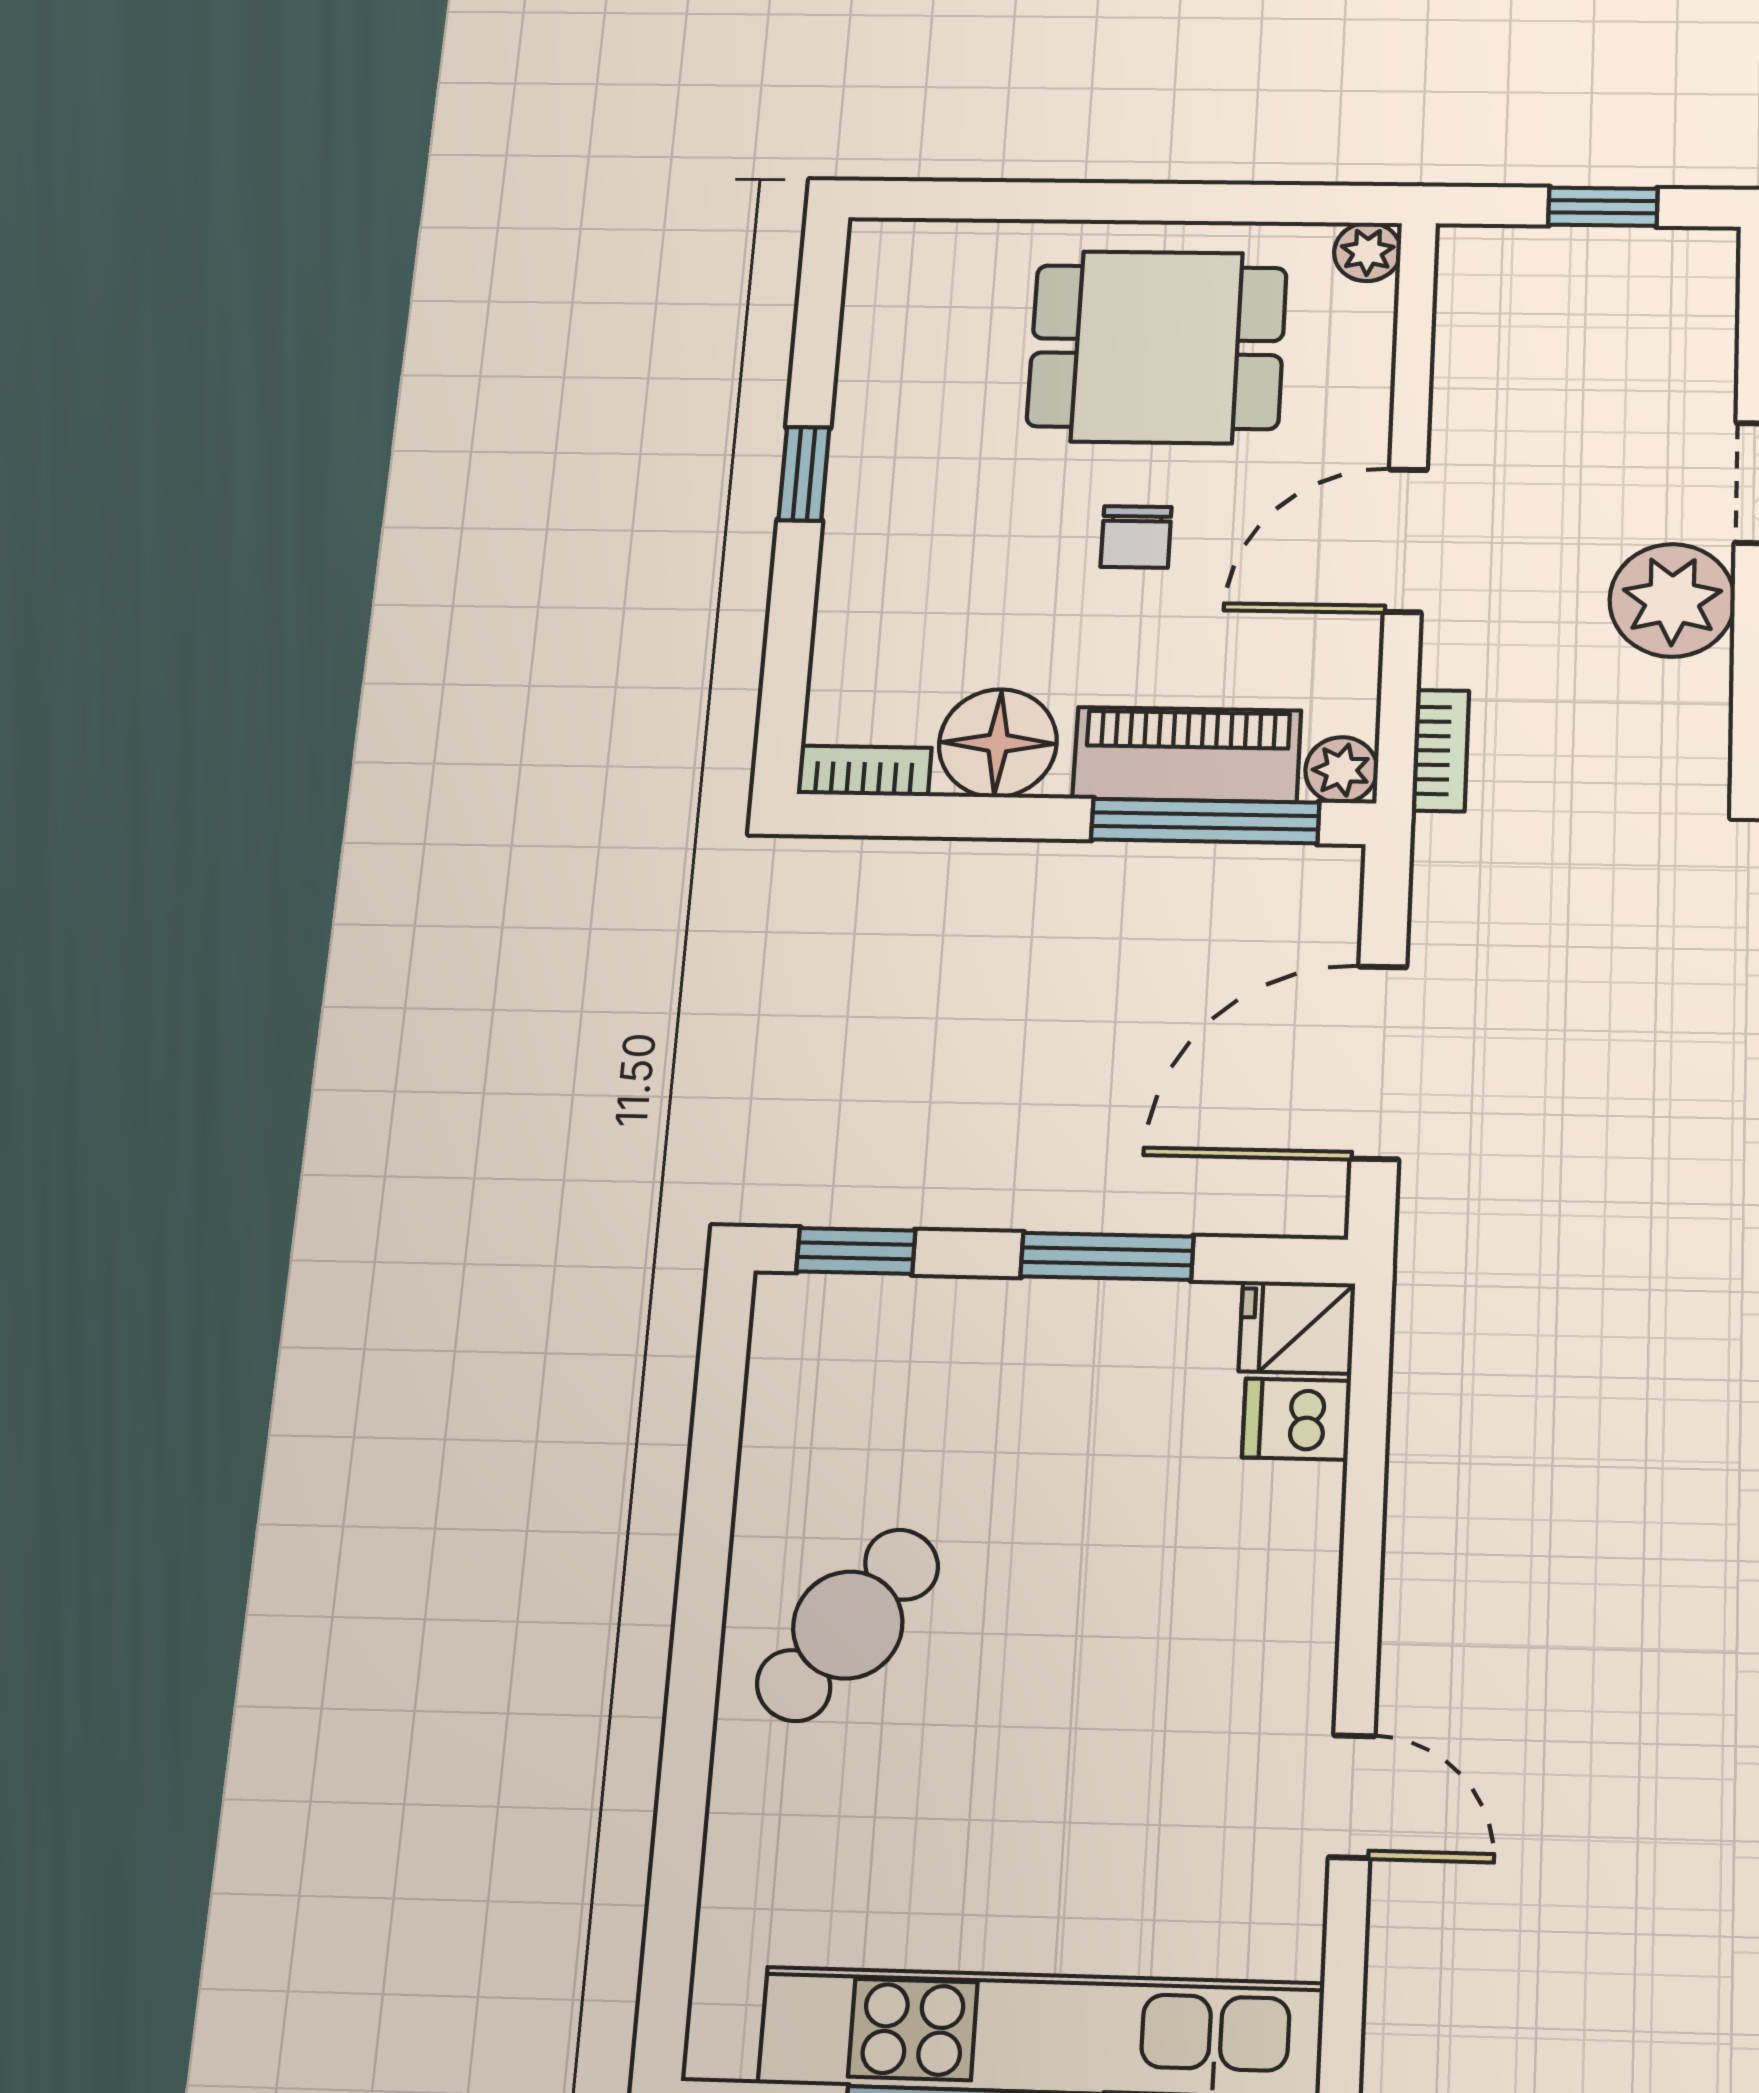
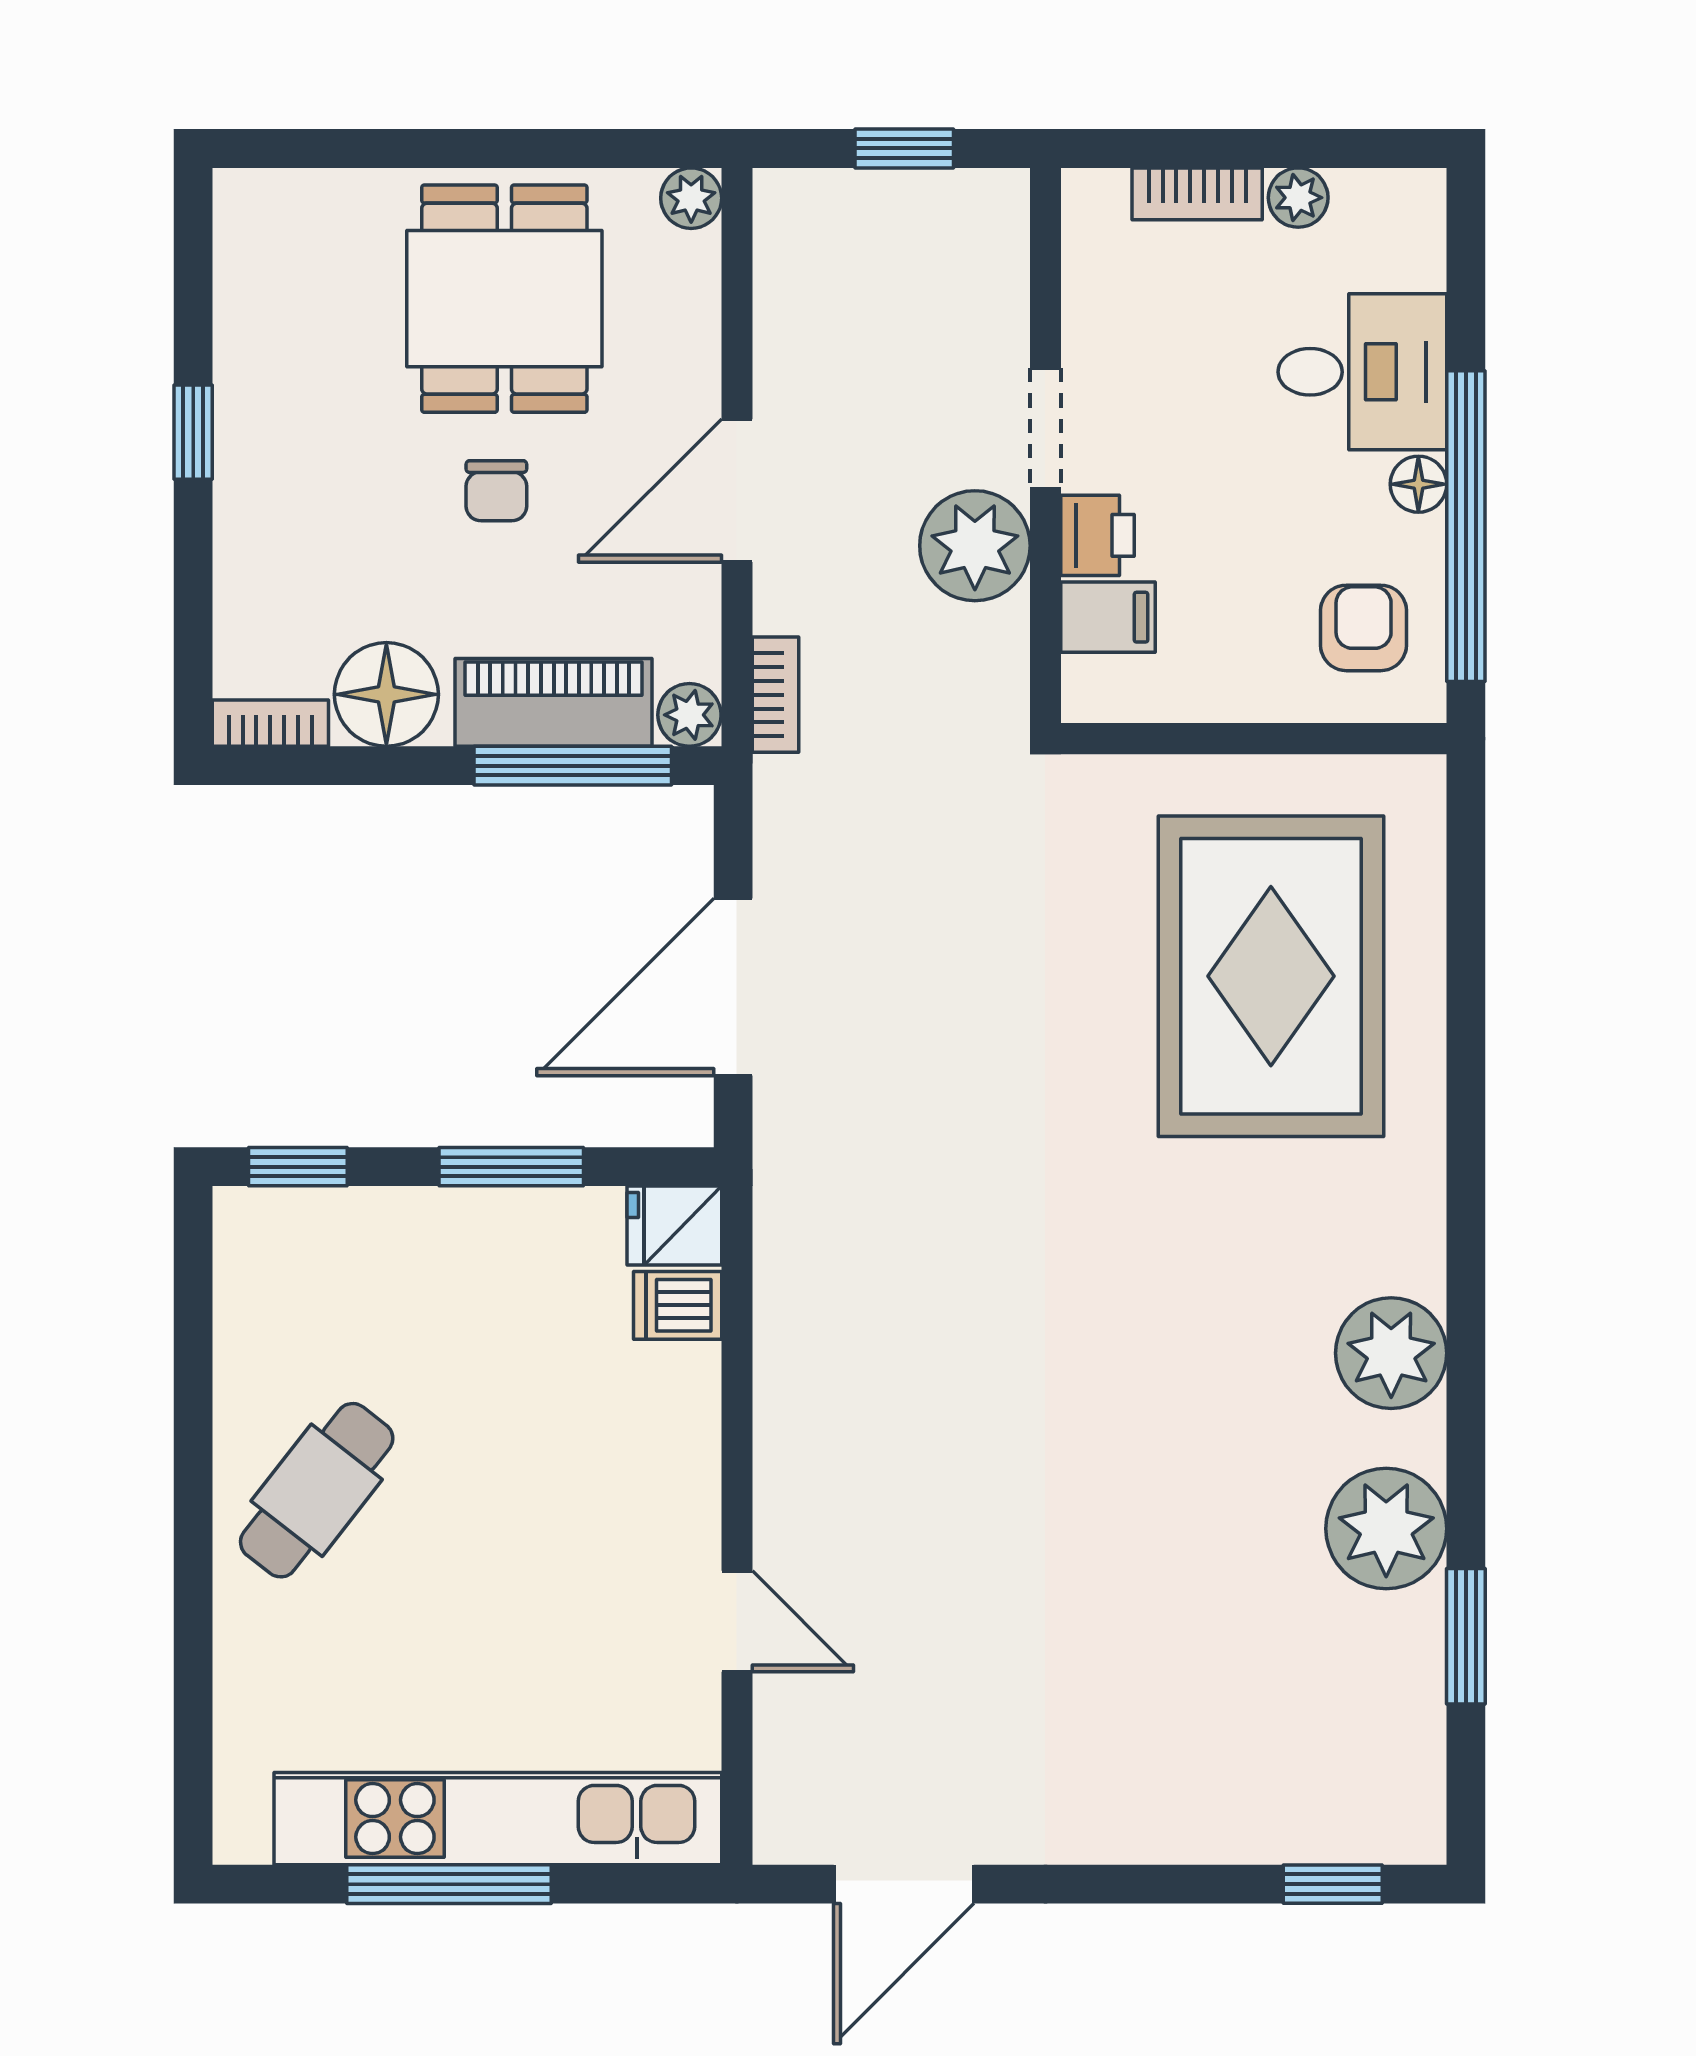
dining table: (1157, 347) -> (504, 299), turned 90

